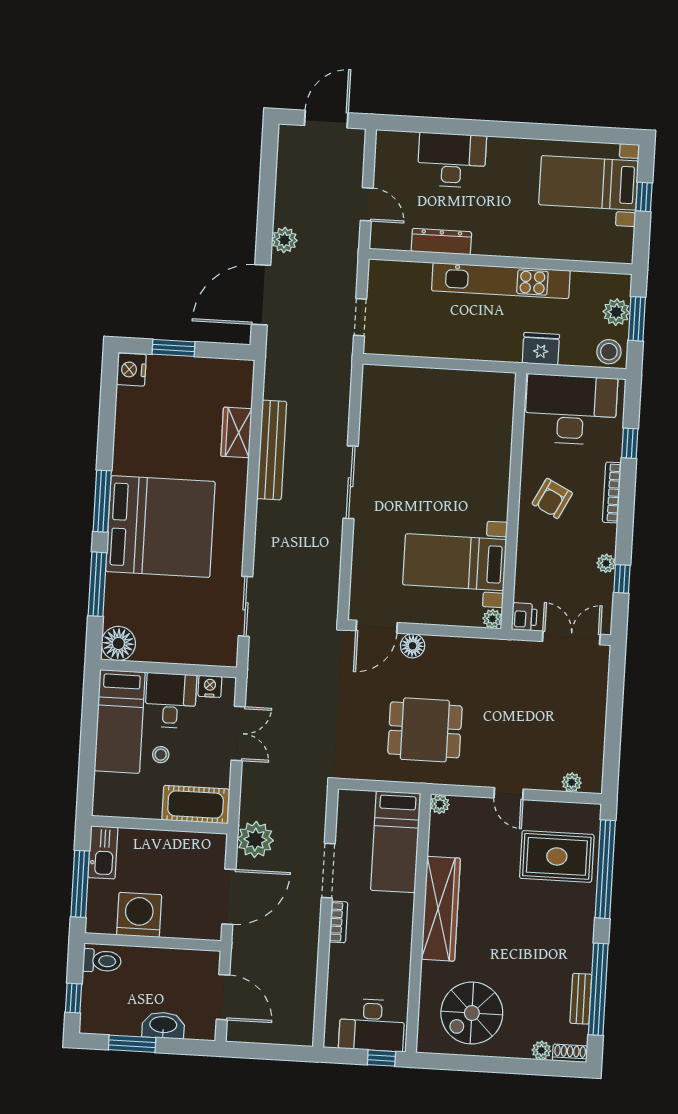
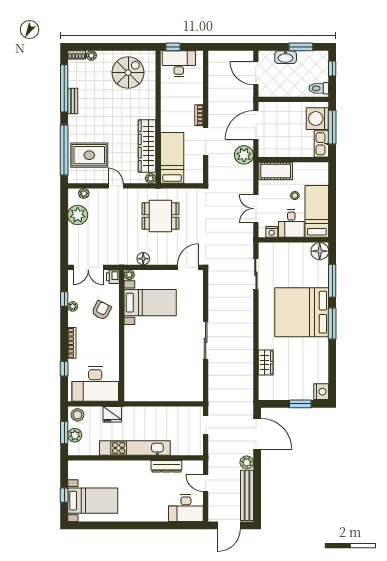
desk: (452, 160) -> (186, 508), moved
door: (261, 295) -> (257, 434), hinge flipped
bench: (272, 450) -> (247, 495), moved
armchair: (552, 498) -> (101, 310), moved
floor lamp: (413, 646) -> (143, 259), moved
plant: (586, 741) -> (78, 215), added
wardrobe: (441, 909) -> (147, 146), moved
washing machine: (139, 915) -> (317, 119), moved, turned 90
bench: (581, 999) -> (73, 101), moved

